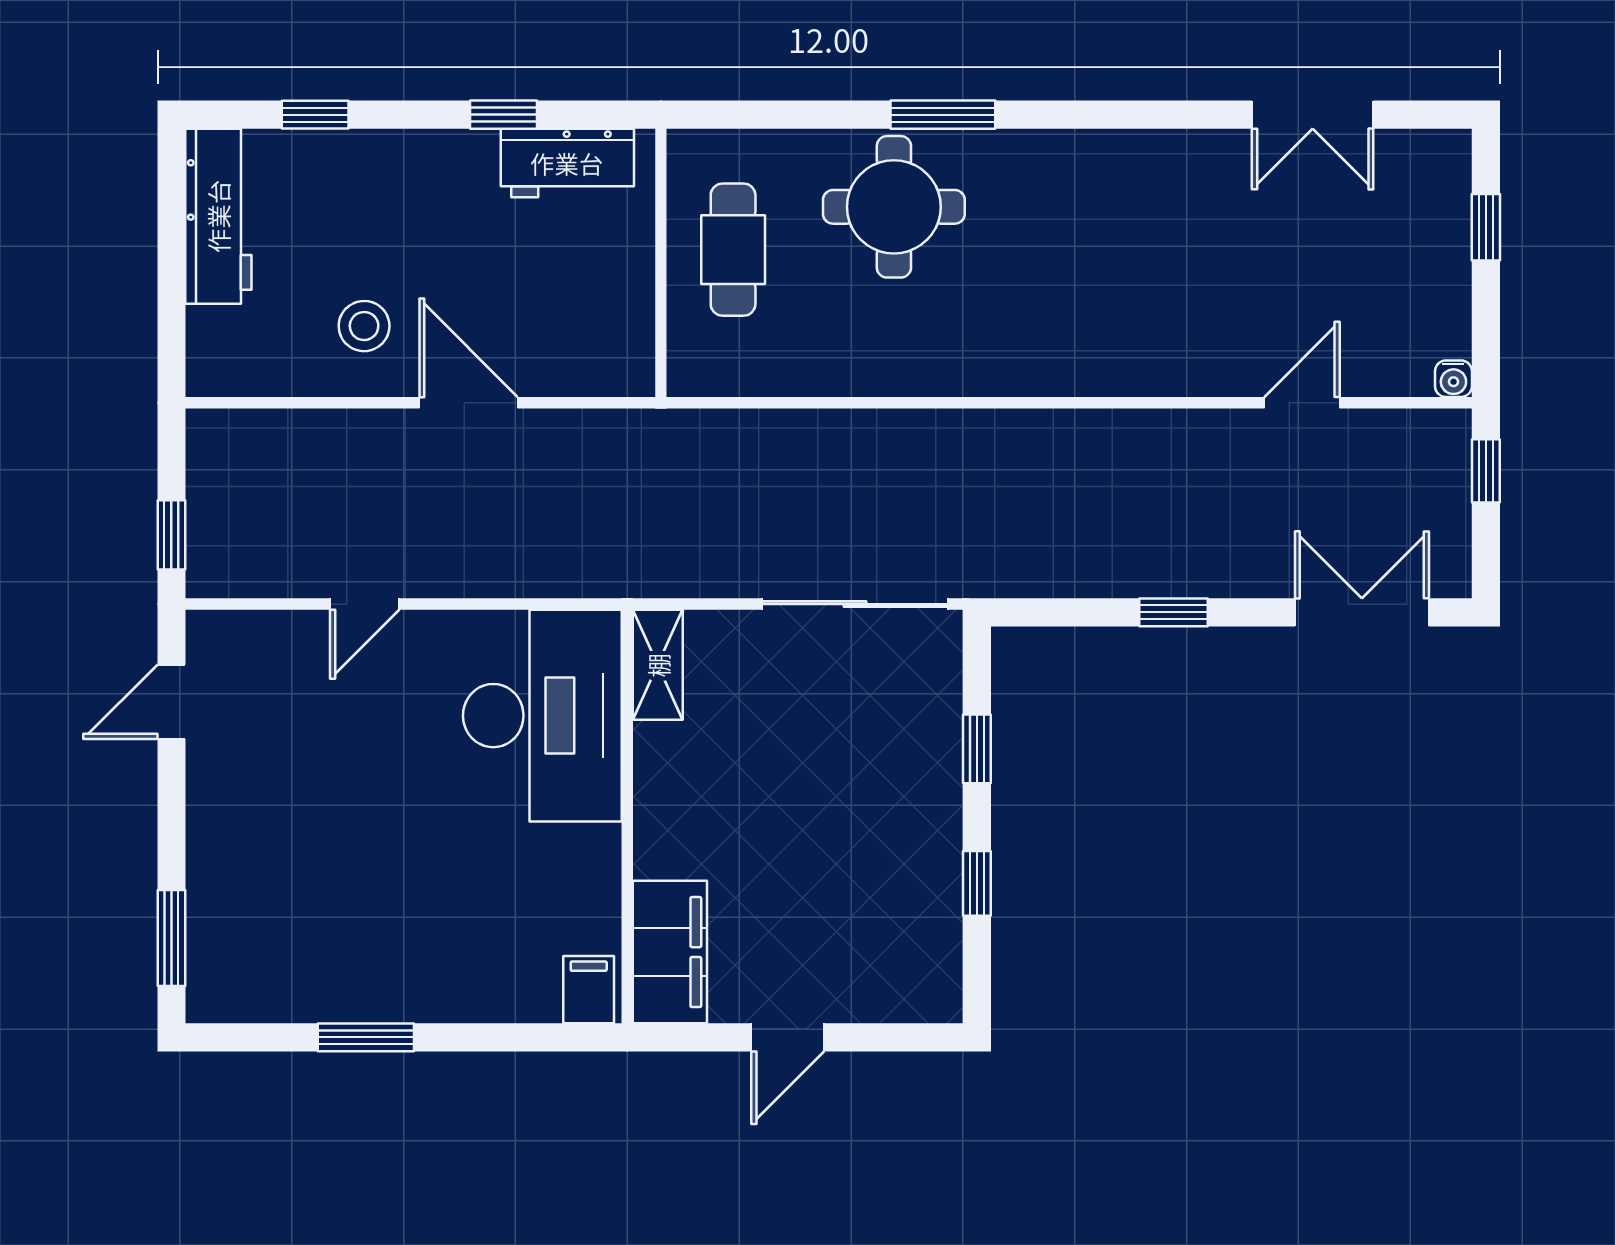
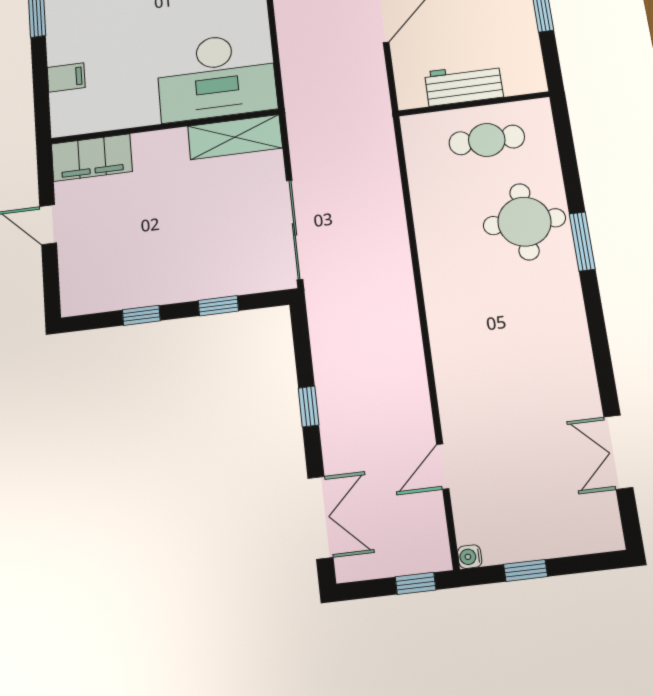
workbench: (567, 163) -> (464, 84), moved, turned 90
window: (1486, 227) -> (526, 570), moved
door: (1302, 403) -> (443, 467), swing flipped
shelving: (658, 665) -> (235, 137), width x1.50, depth x1.33
filing cabinet: (589, 990) -> (66, 77), moved

